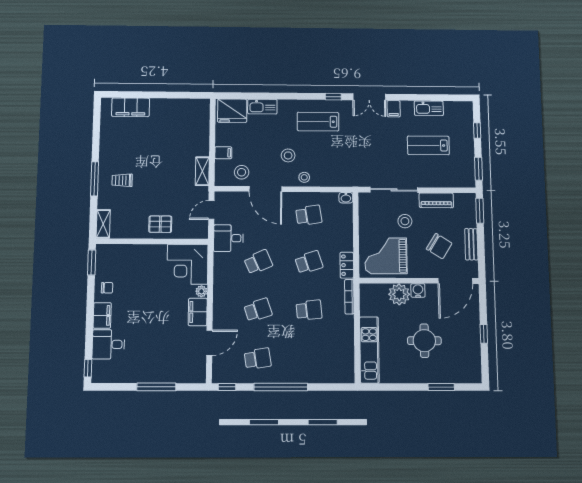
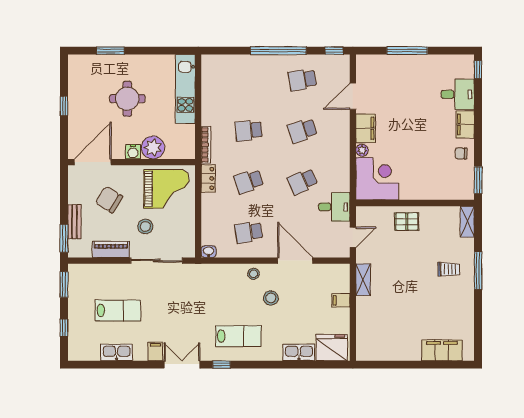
stool: (242, 172) -> (321, 279), removed
bench: (471, 244) -> (74, 222), moved

